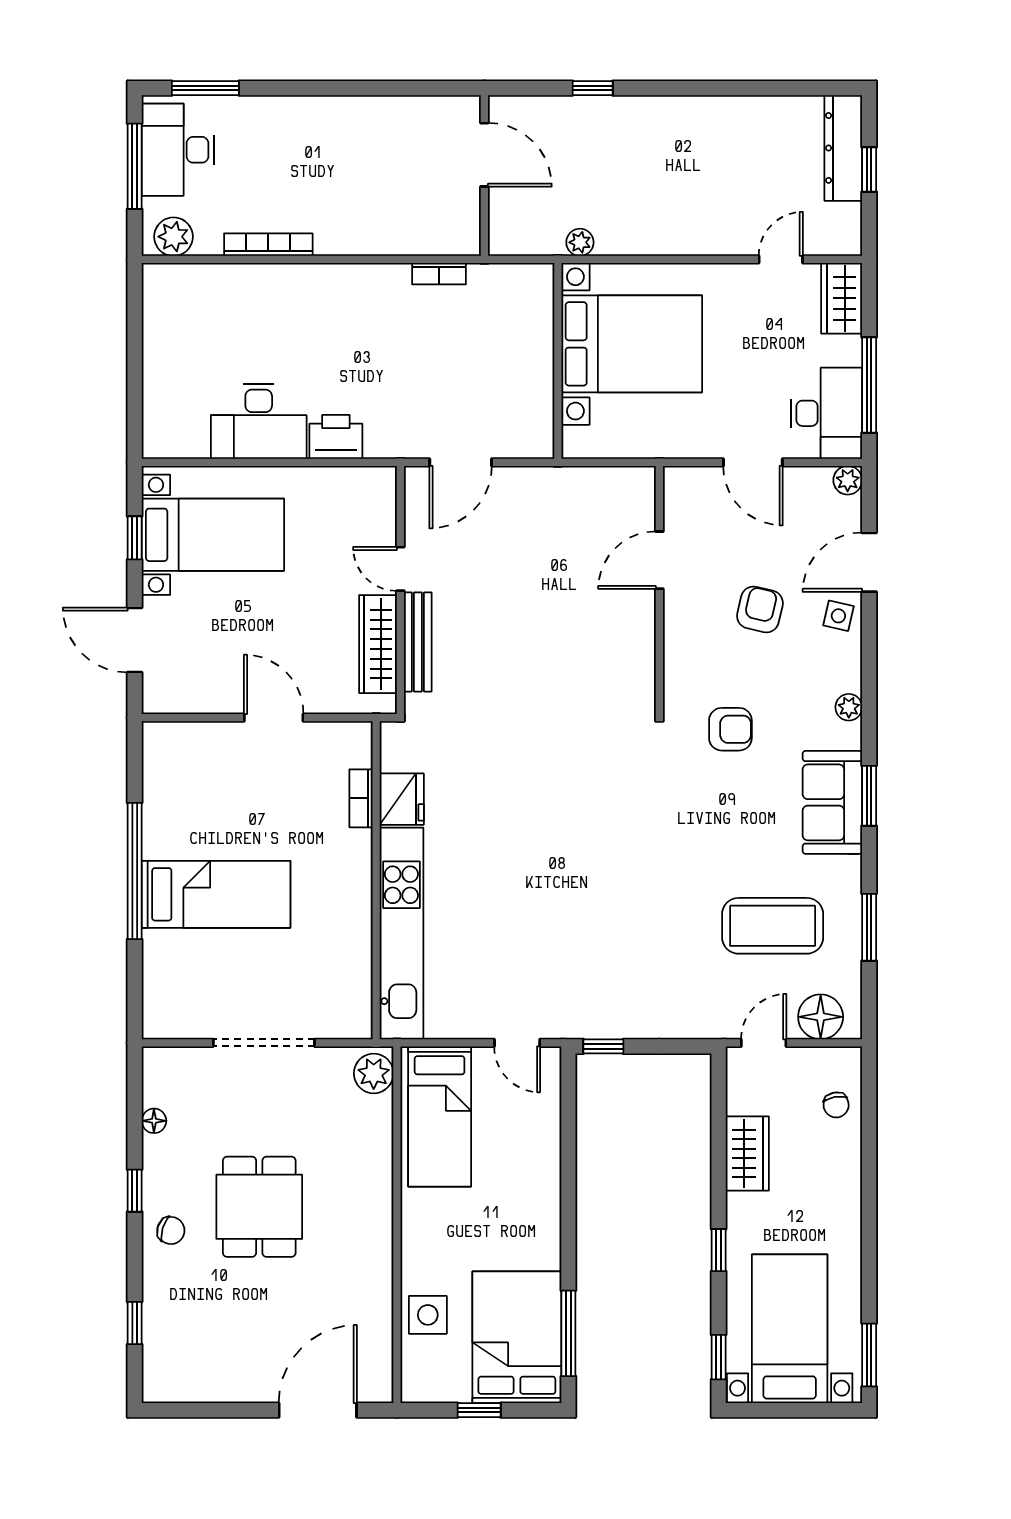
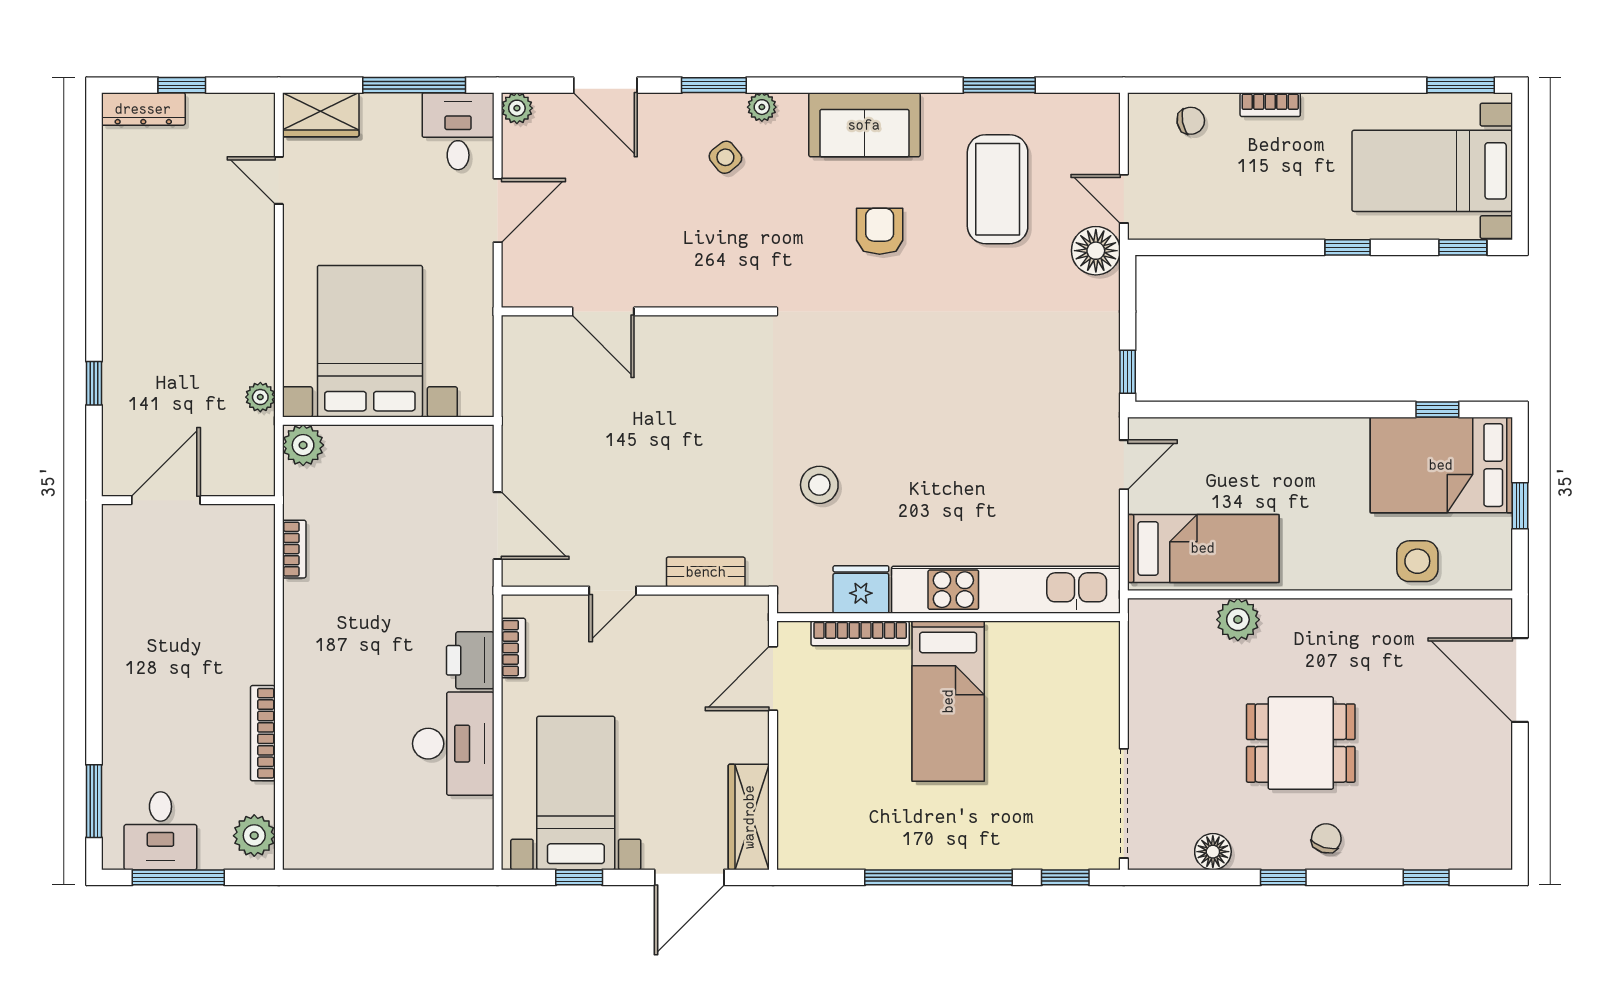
dresser: (843, 148) -> (143, 109), width x0.73, depth x0.80
desk: (178, 150) -> (160, 831), width x0.73
plant: (535, 282) -> (303, 445), added
desk: (826, 413) -> (458, 131), width x0.73
bookcase: (347, 477) -> (513, 648), added
armchair: (760, 609) -> (656, 203), removed
side table: (838, 616) -> (725, 157), moved, turned 38
bench: (418, 642) -> (706, 572), width x0.73
wardrobe: (378, 644) -> (749, 817), moved, turned 90
door: (274, 718) -> (773, 678), moved
armchair: (730, 729) -> (880, 231), moved
stool: (499, 761) -> (819, 485), added
window: (869, 796) -> (714, 85), moved
bookcase: (361, 798) -> (860, 633), width x1.56
bed: (216, 894) -> (948, 701), moved, turned 180
window: (135, 989) -> (1065, 877), added
floor lamp: (821, 1017) -> (1096, 251), moved
doorway: (264, 1043) -> (1124, 803), moved
plant: (374, 1073) -> (1238, 620), moved
floor lamp: (154, 1121) -> (1213, 852), width x1.37, depth x1.37
wardrobe: (747, 1153) -> (1243, 217), removed
bookcase: (851, 1179) -> (1270, 105), added
window: (568, 1333) -> (1437, 410), width x0.46

